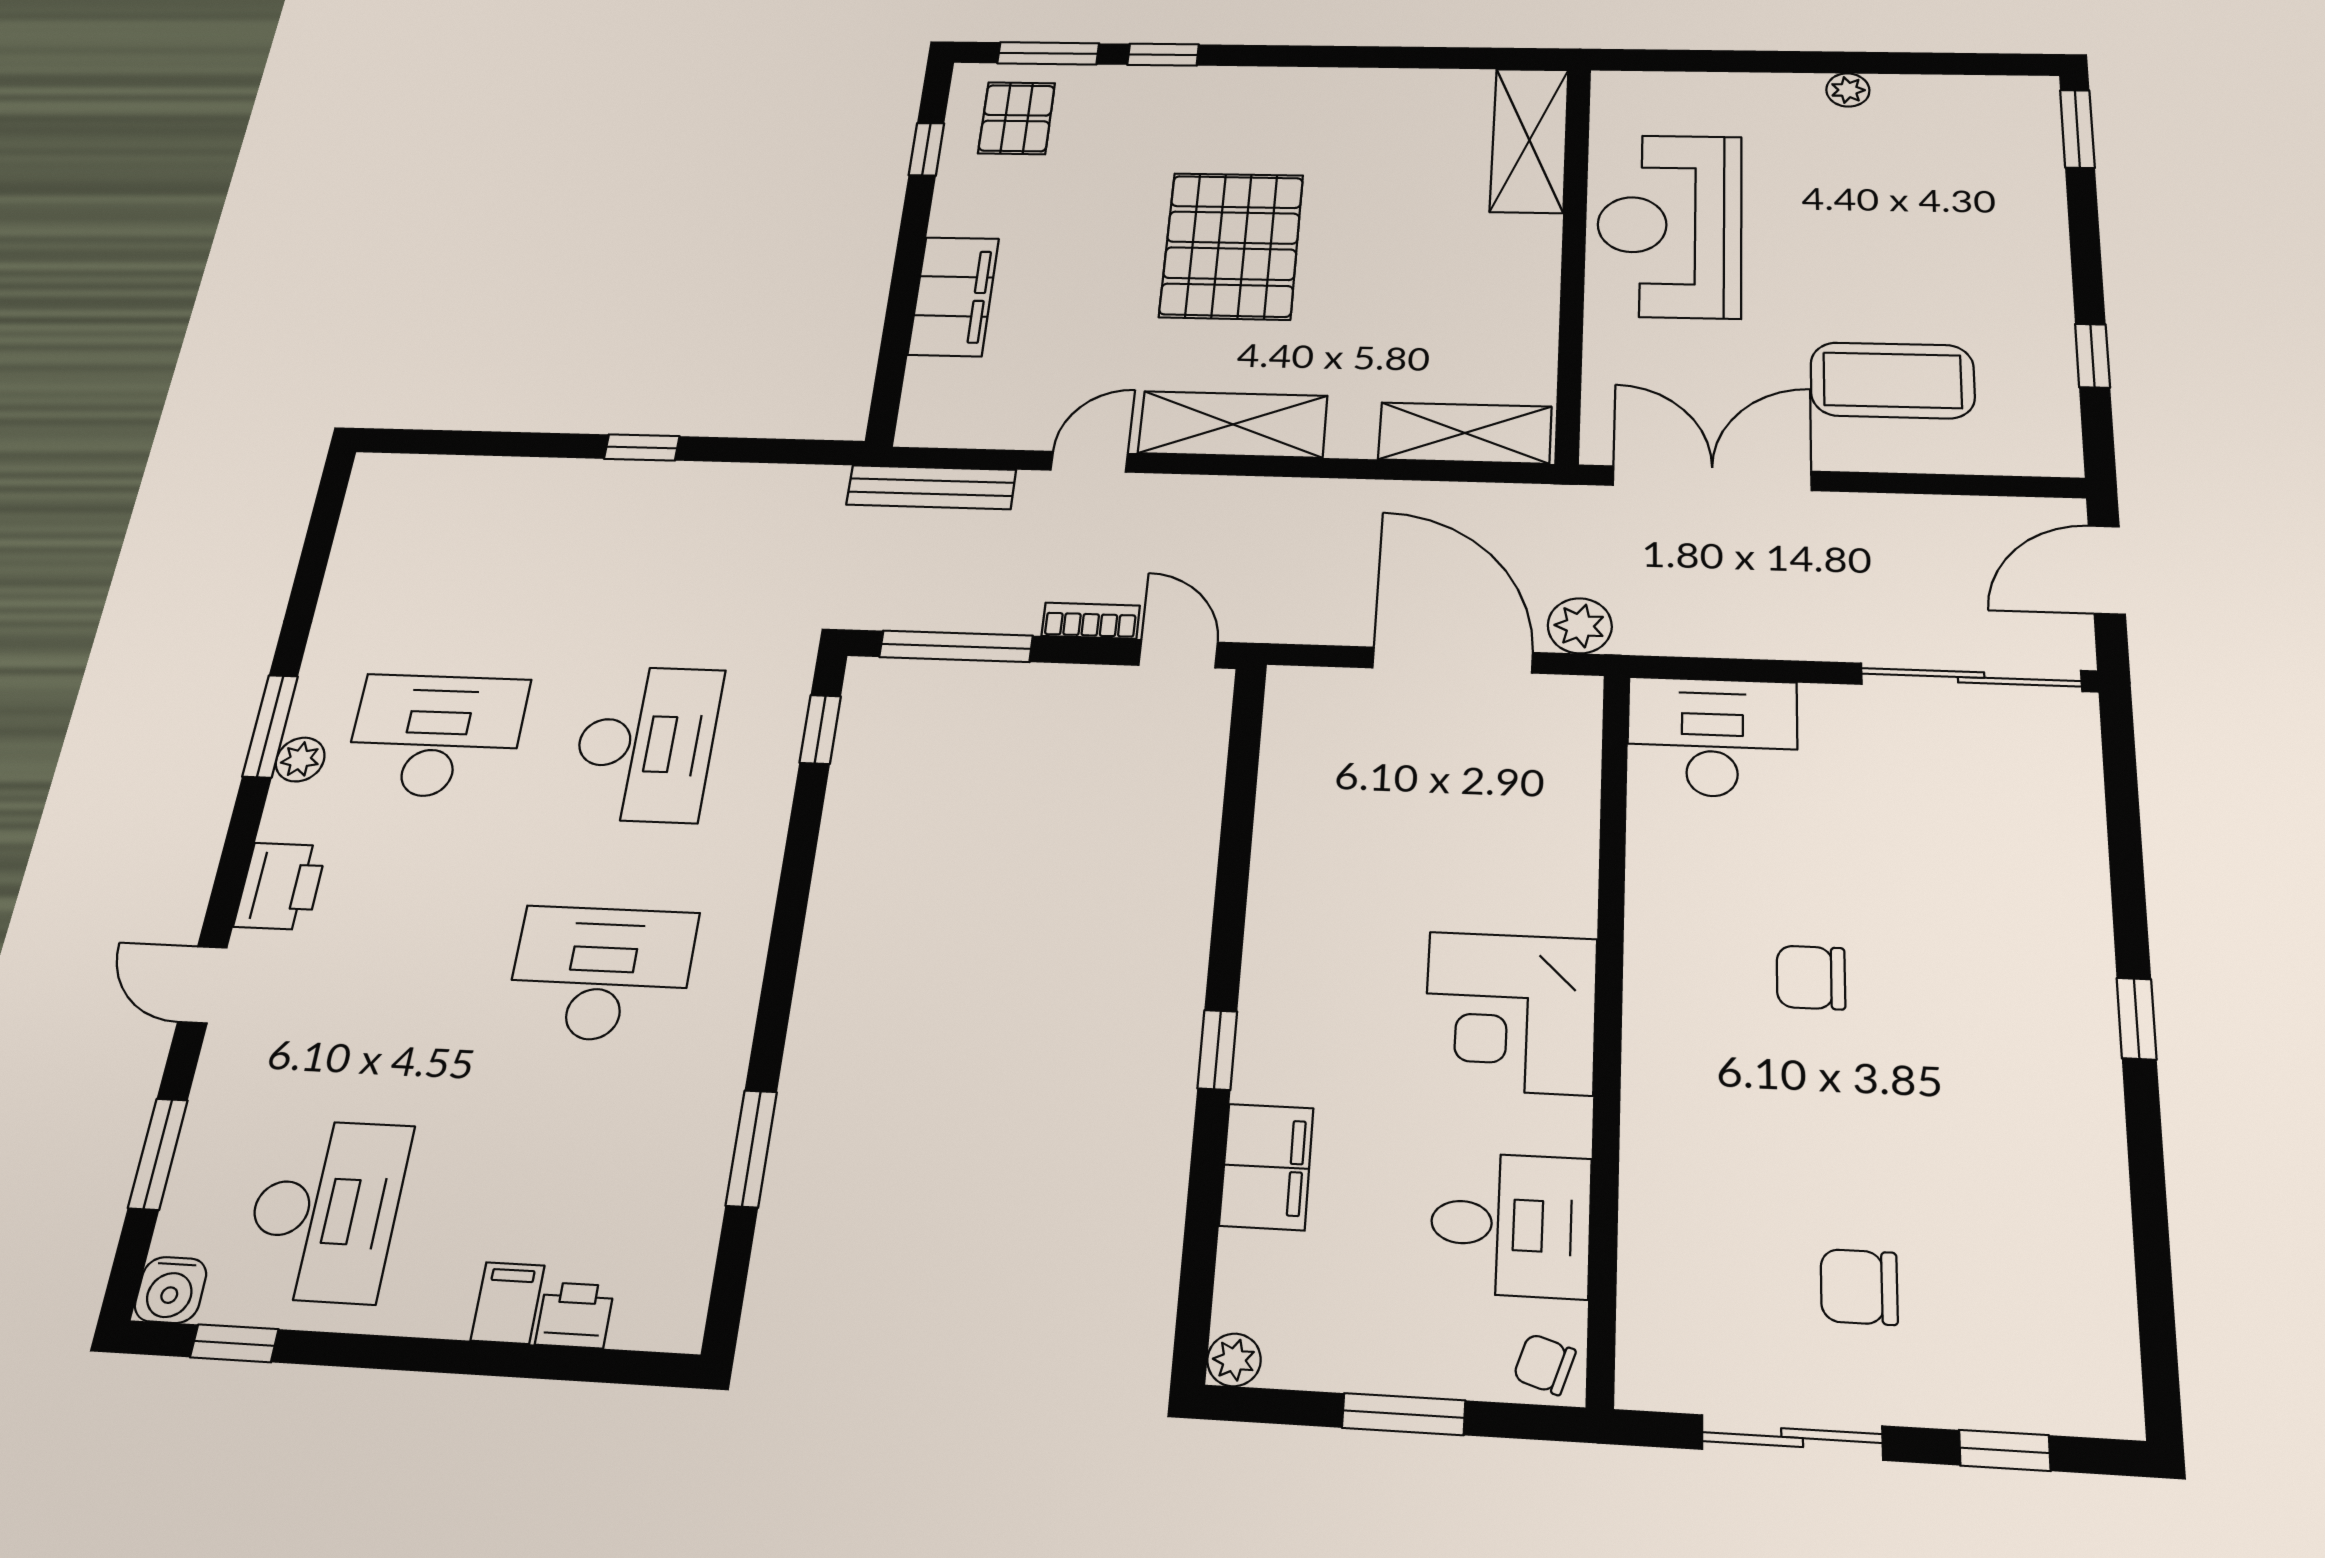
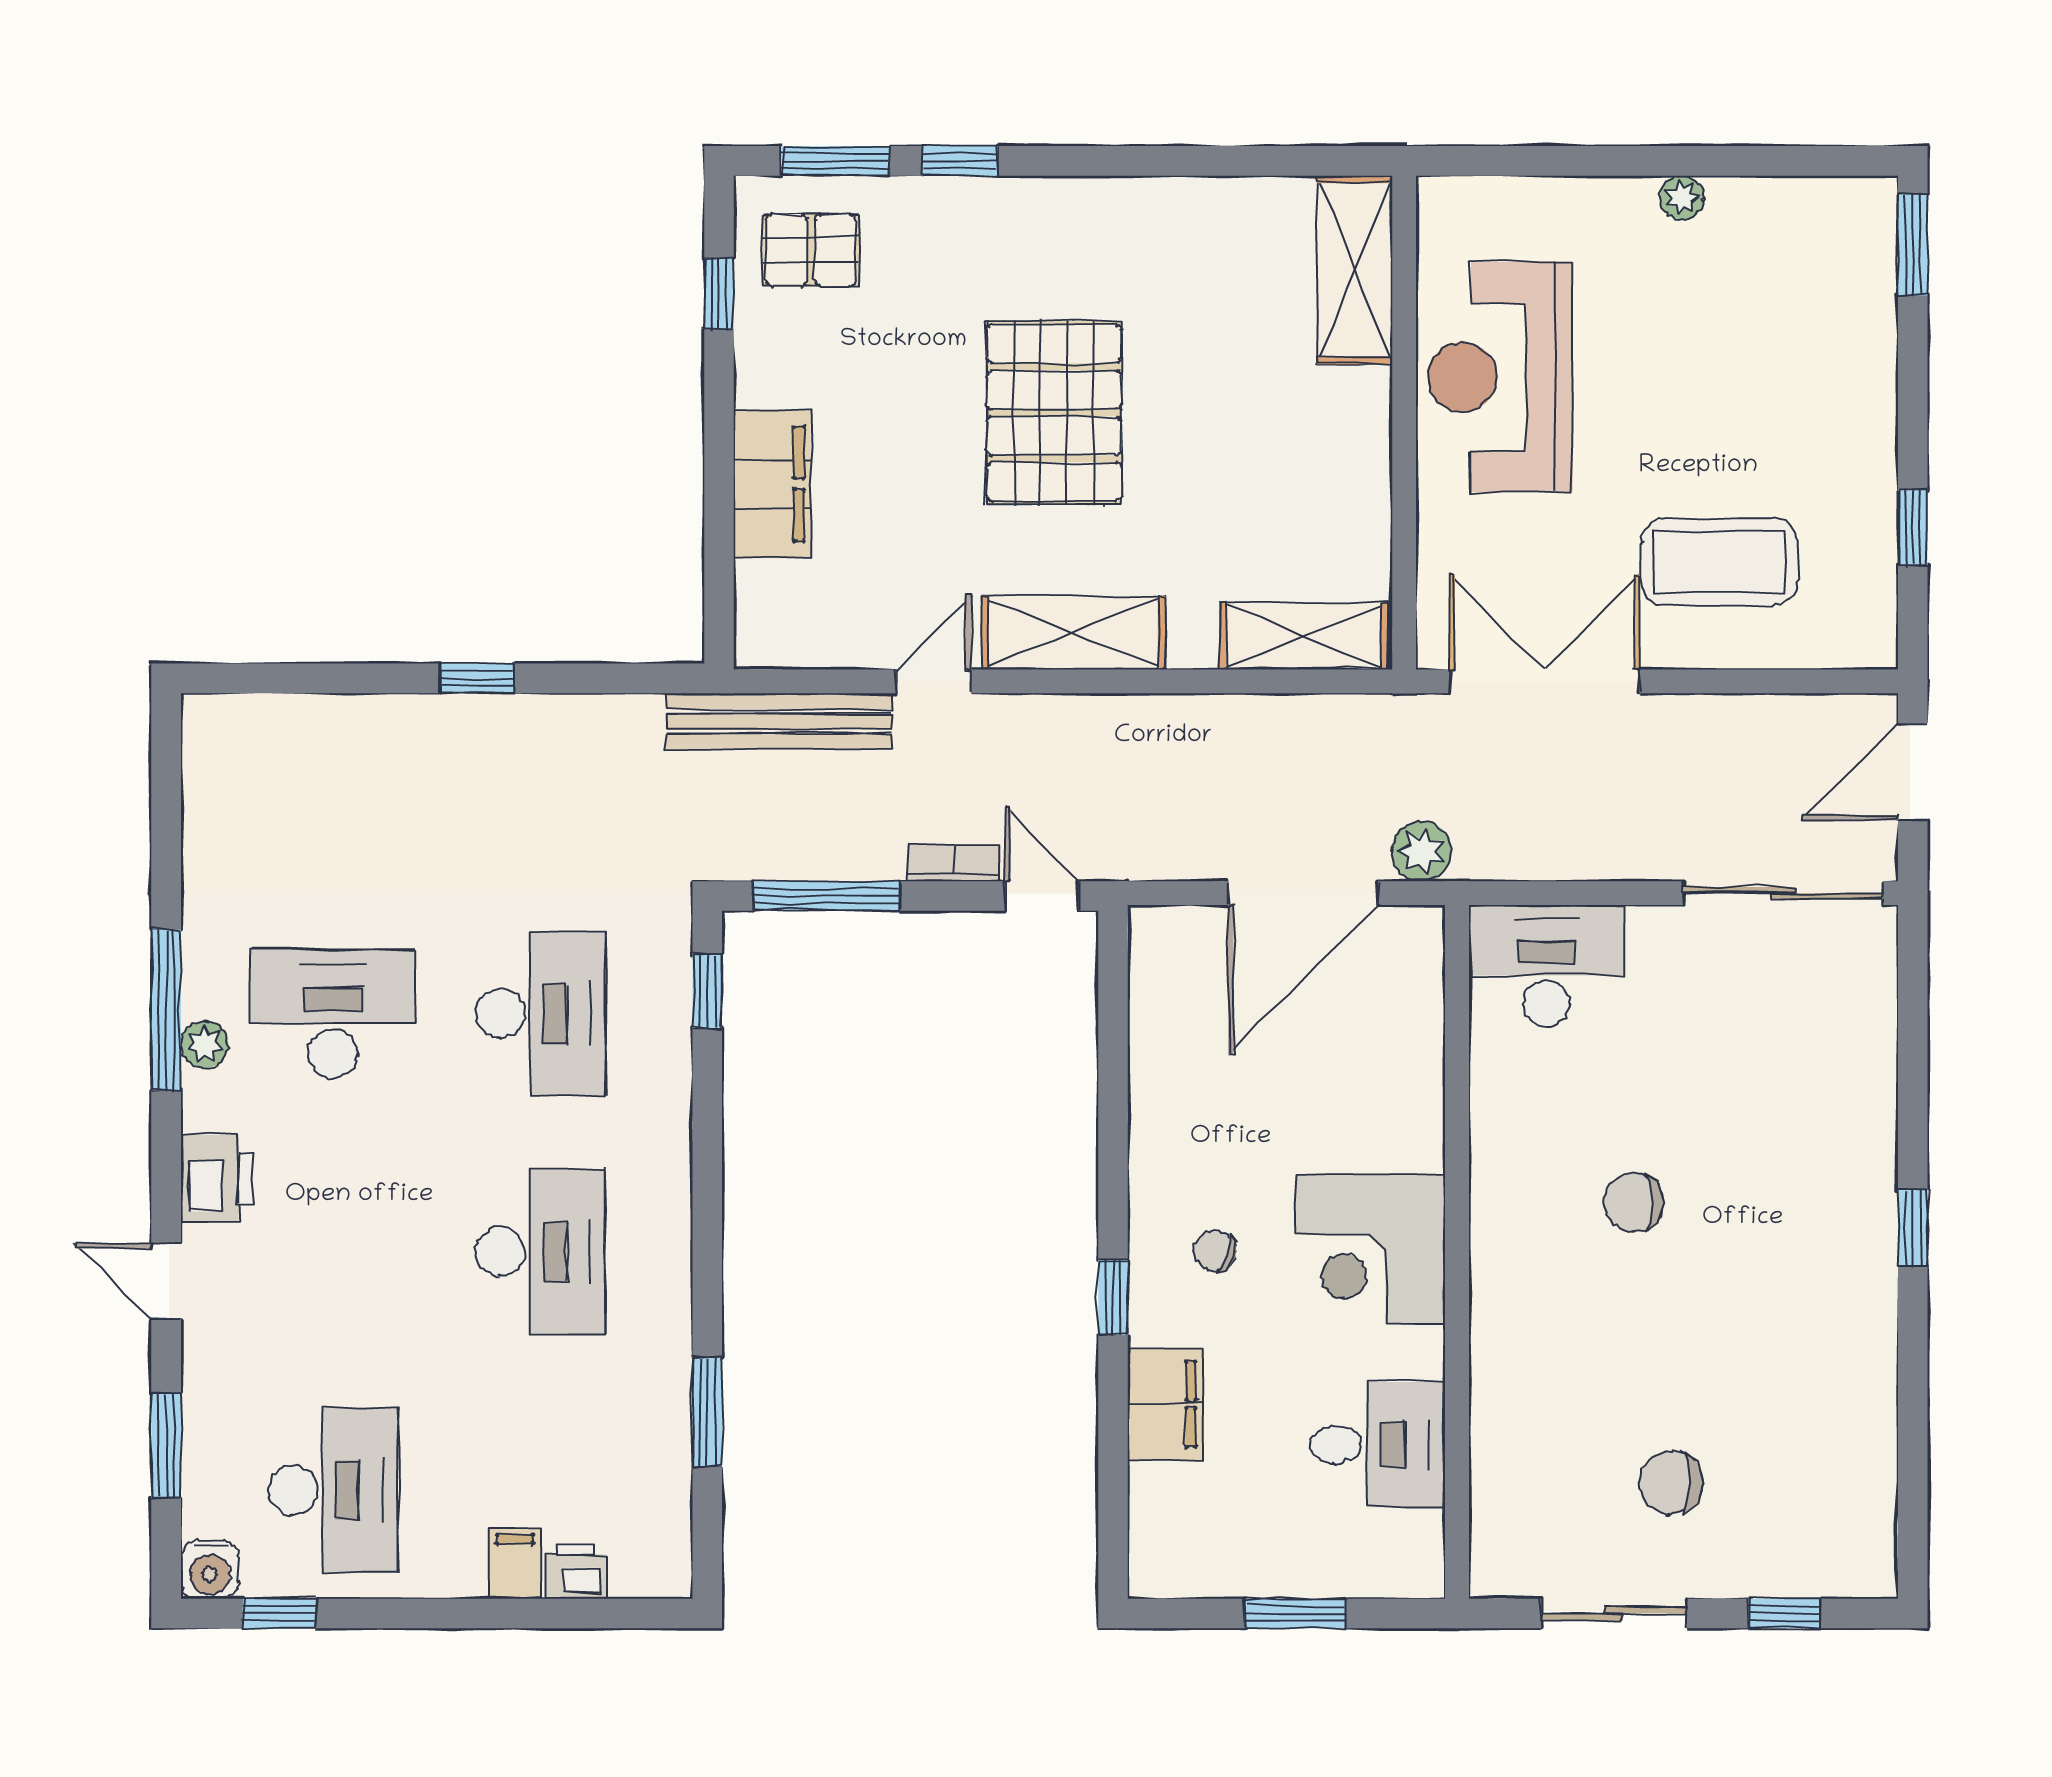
pallet: (1017, 118) -> (811, 250), turned 90
bench: (931, 487) -> (779, 721), width x1.37, depth x1.21
door: (1453, 660) -> (1303, 893), swing flipped
window: (270, 726) -> (166, 1010), width x1.44
desk: (601, 974) -> (540, 1252), turned 90
plant: (1234, 1360) -> (1150, 1576), removed
chair: (1544, 1364) -> (1215, 1251), moved

